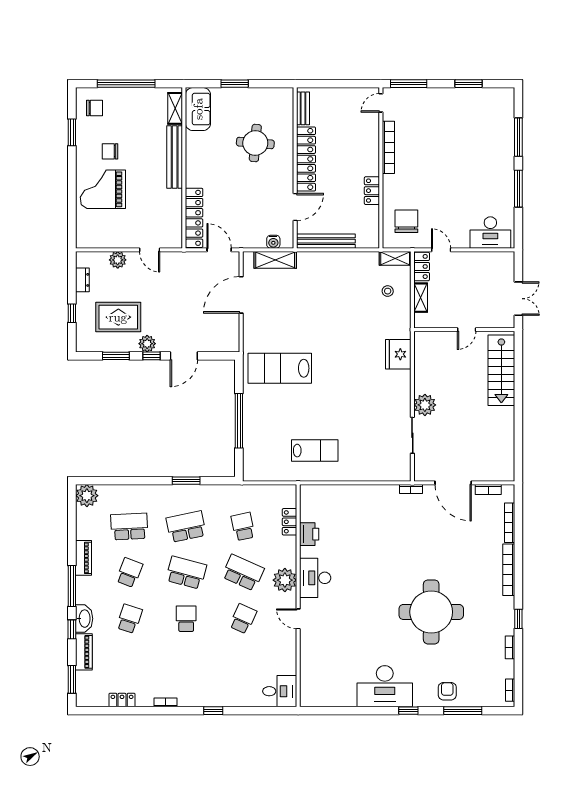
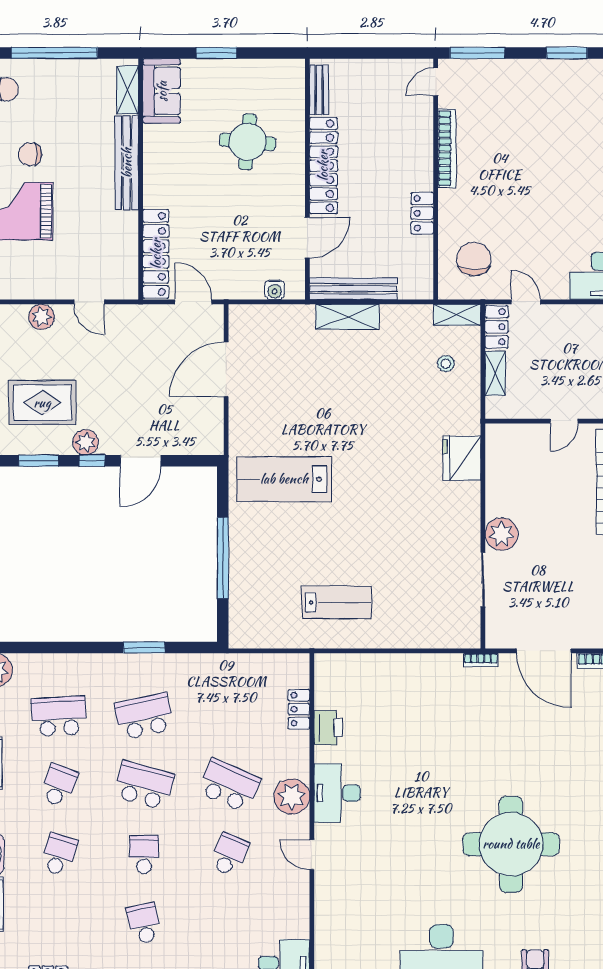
shelving: (275, 260) -> (347, 317), moved
school desk: (243, 527) -> (144, 924), moved

